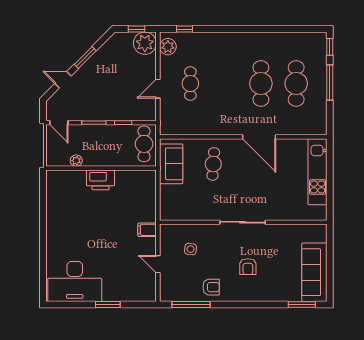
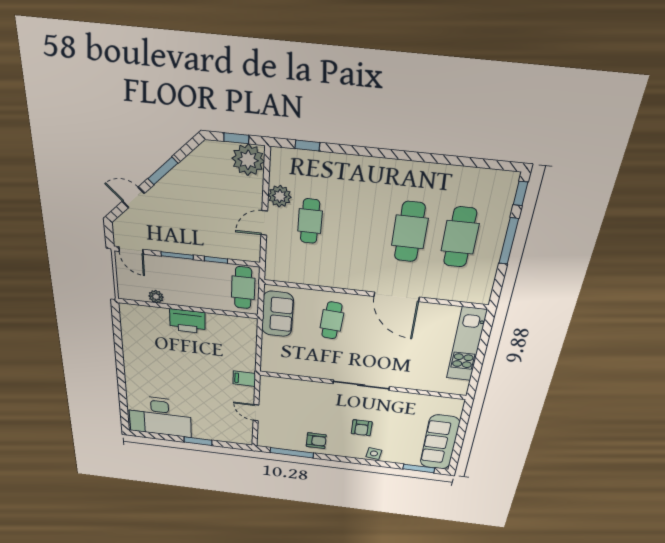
plant: (168, 47) -> (280, 196), moved
side table: (190, 249) -> (374, 453), moved

